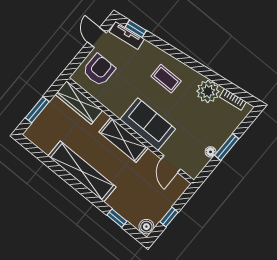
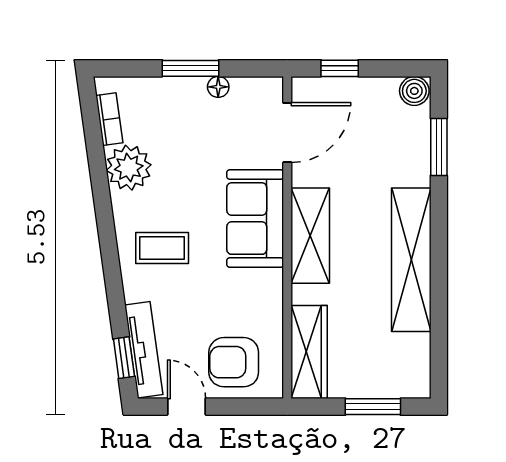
tv unit: (127, 35) -> (144, 350), width x1.41
door: (97, 38) -> (187, 407), swing flipped
coffee table: (166, 79) -> (162, 248), turned 90
door: (171, 164) -> (287, 133), width x1.38
window: (169, 217) -> (340, 68), moved
window: (117, 218) -> (439, 147), width x1.50

